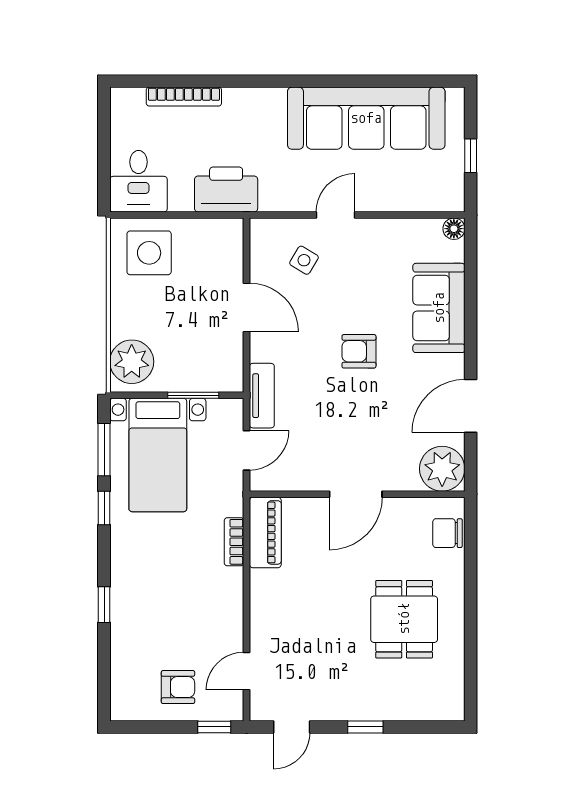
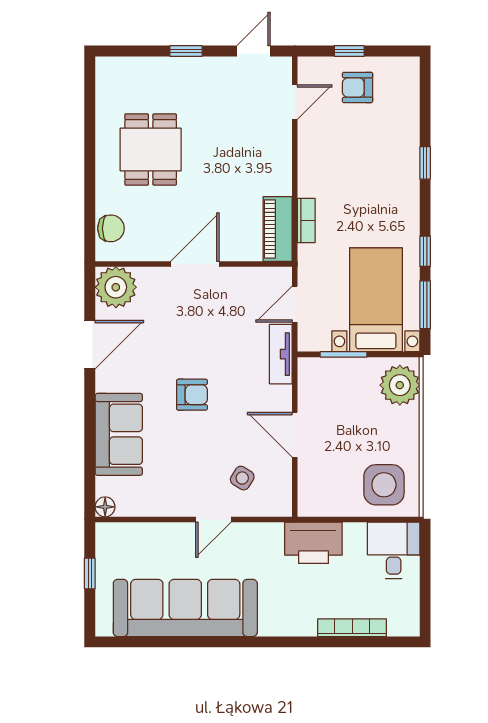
window: (214, 727) -> (349, 51), moved

